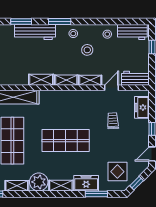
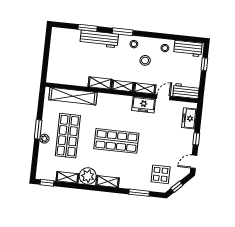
trolley: (113, 121) -> (161, 128), removed
freezer: (86, 183) -> (144, 105), moved, turned 180

